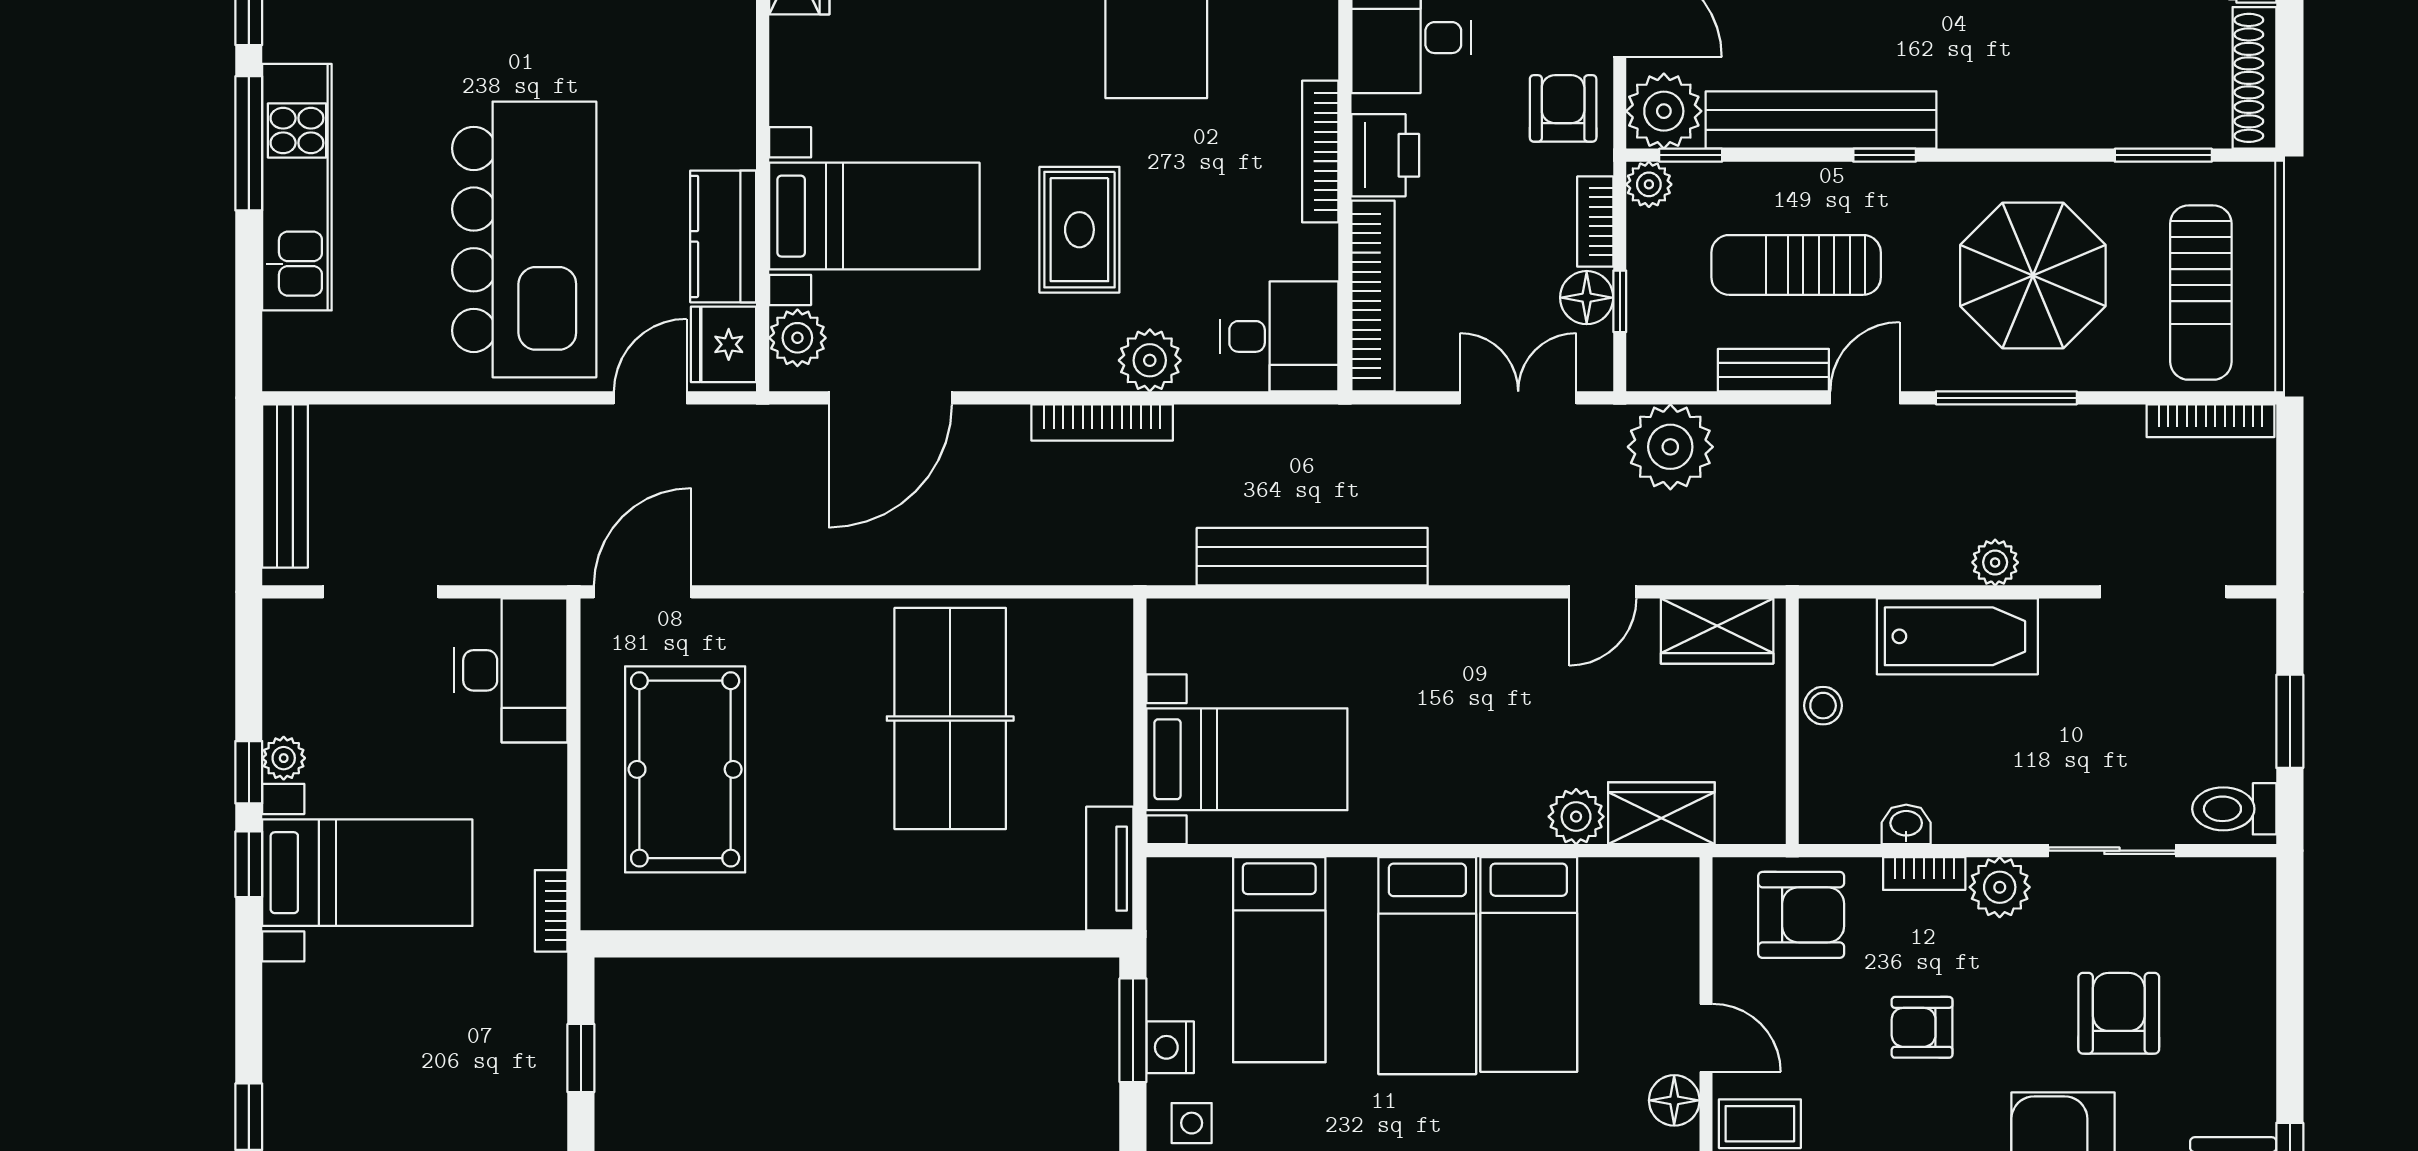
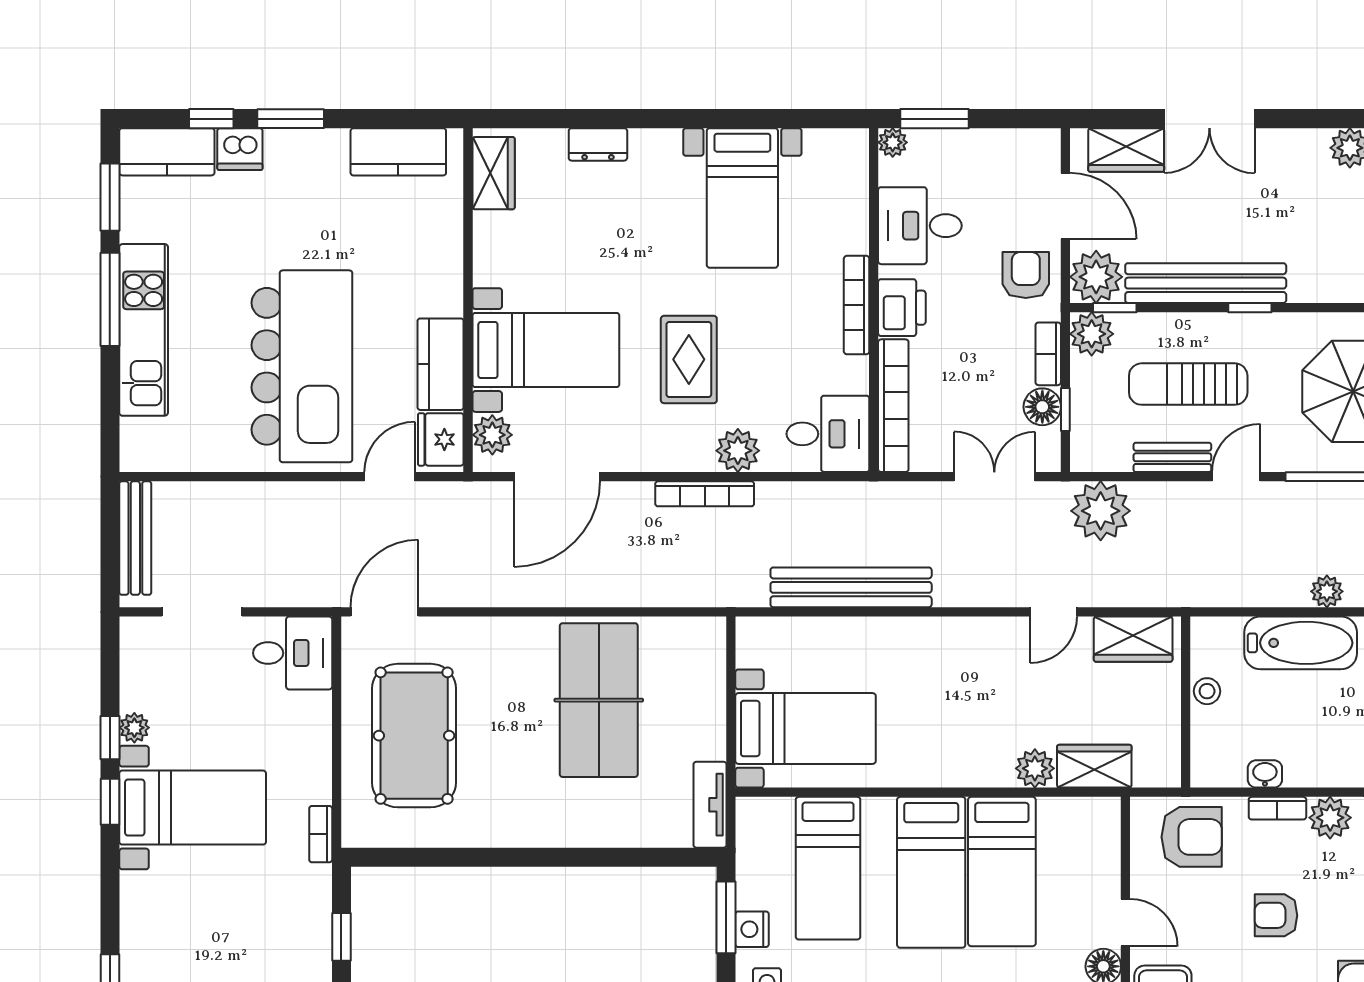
plant: (1649, 184) -> (1092, 334), width x1.38, depth x1.38
desk: (511, 670) -> (293, 653), width x0.73

